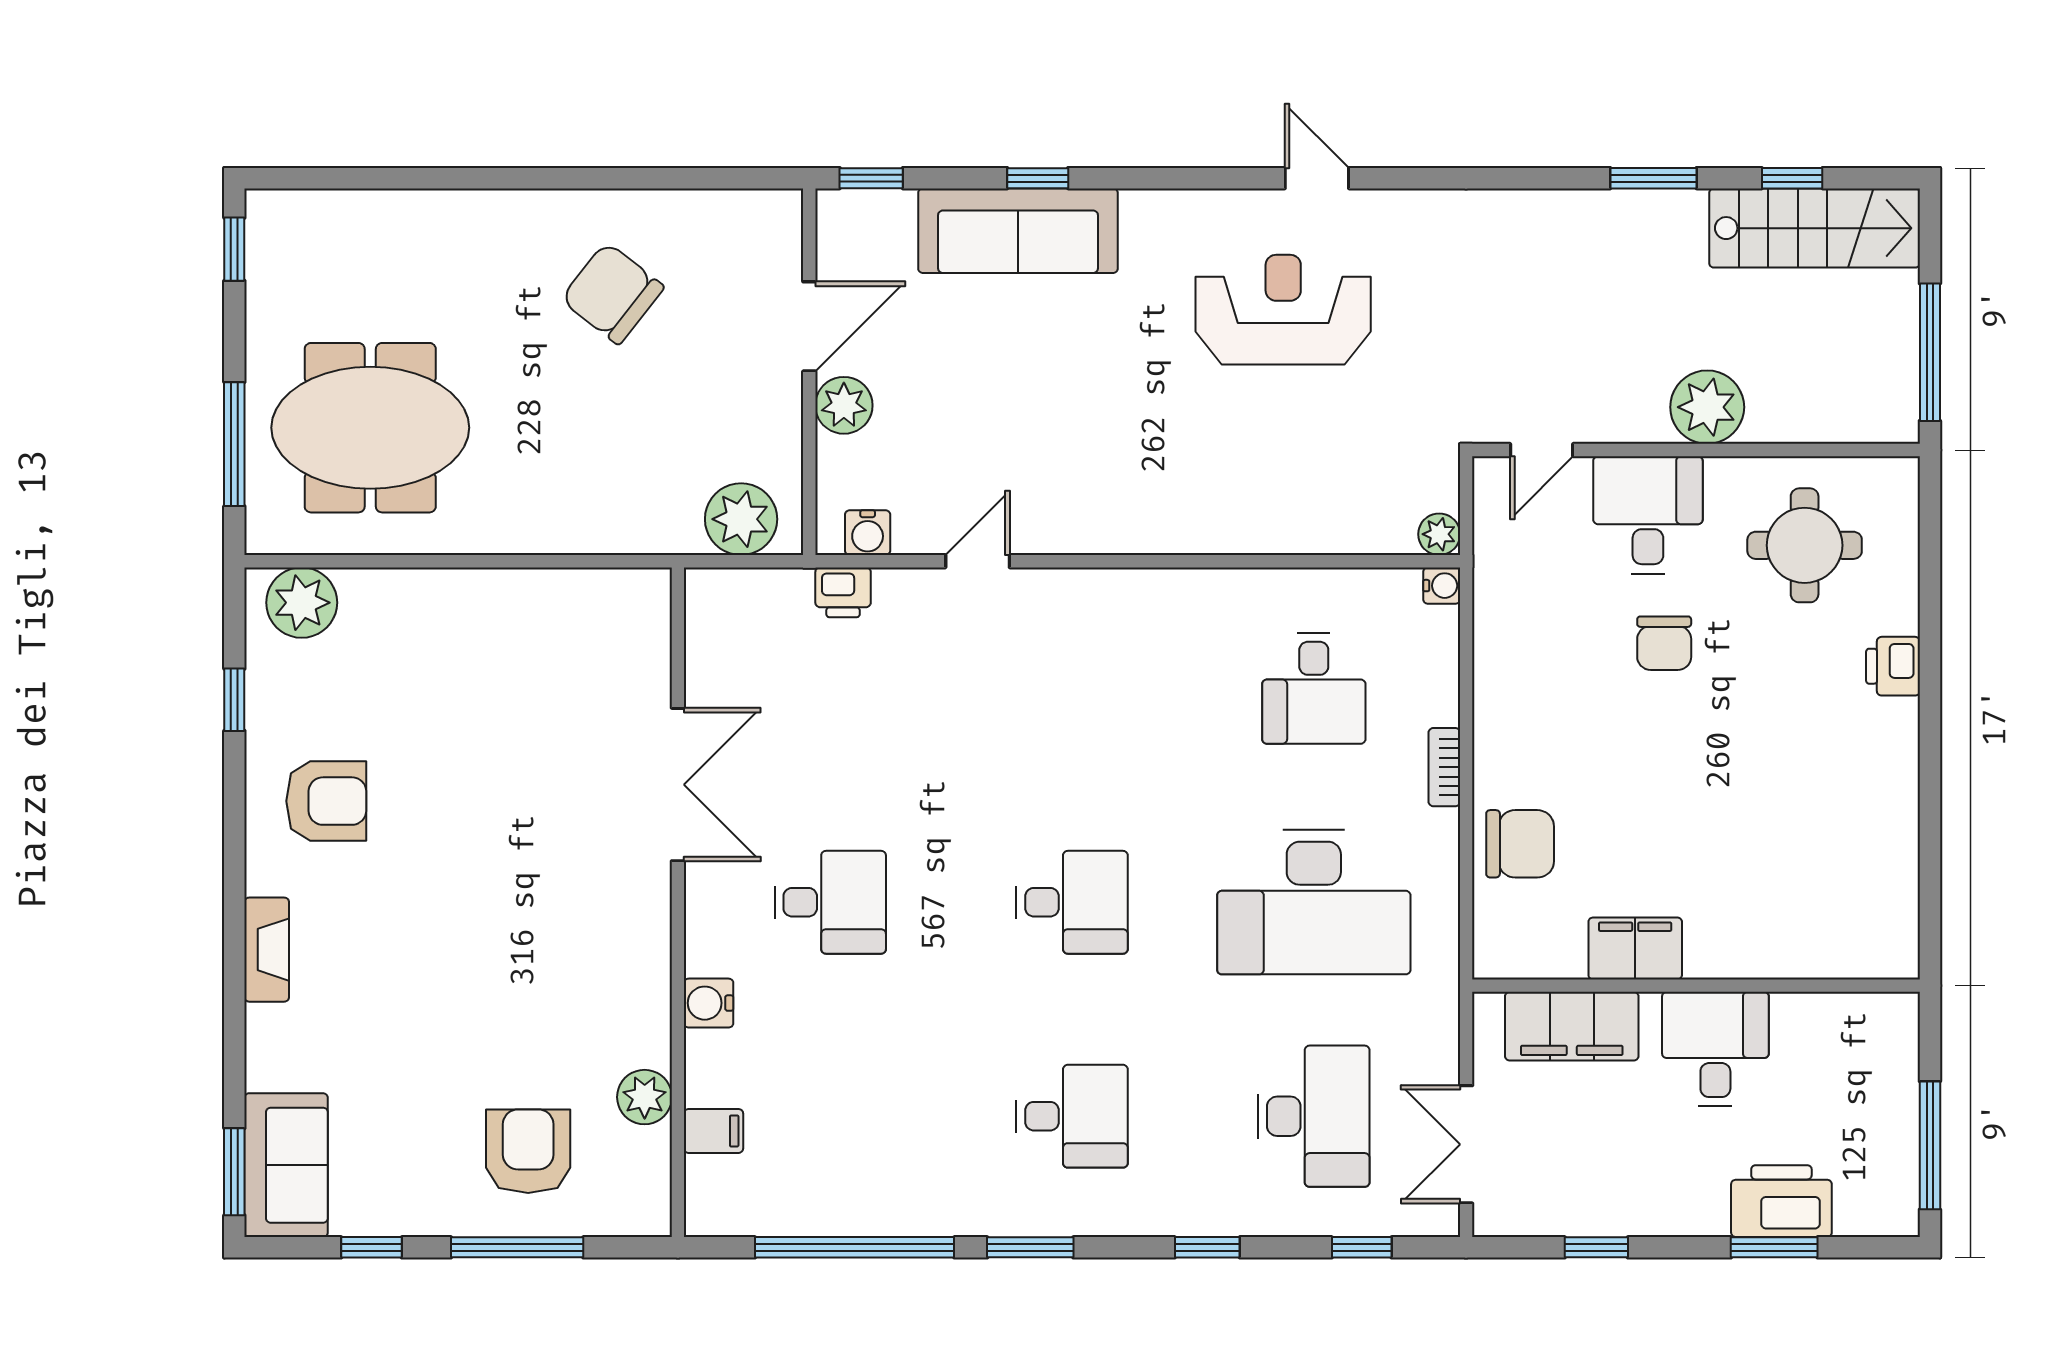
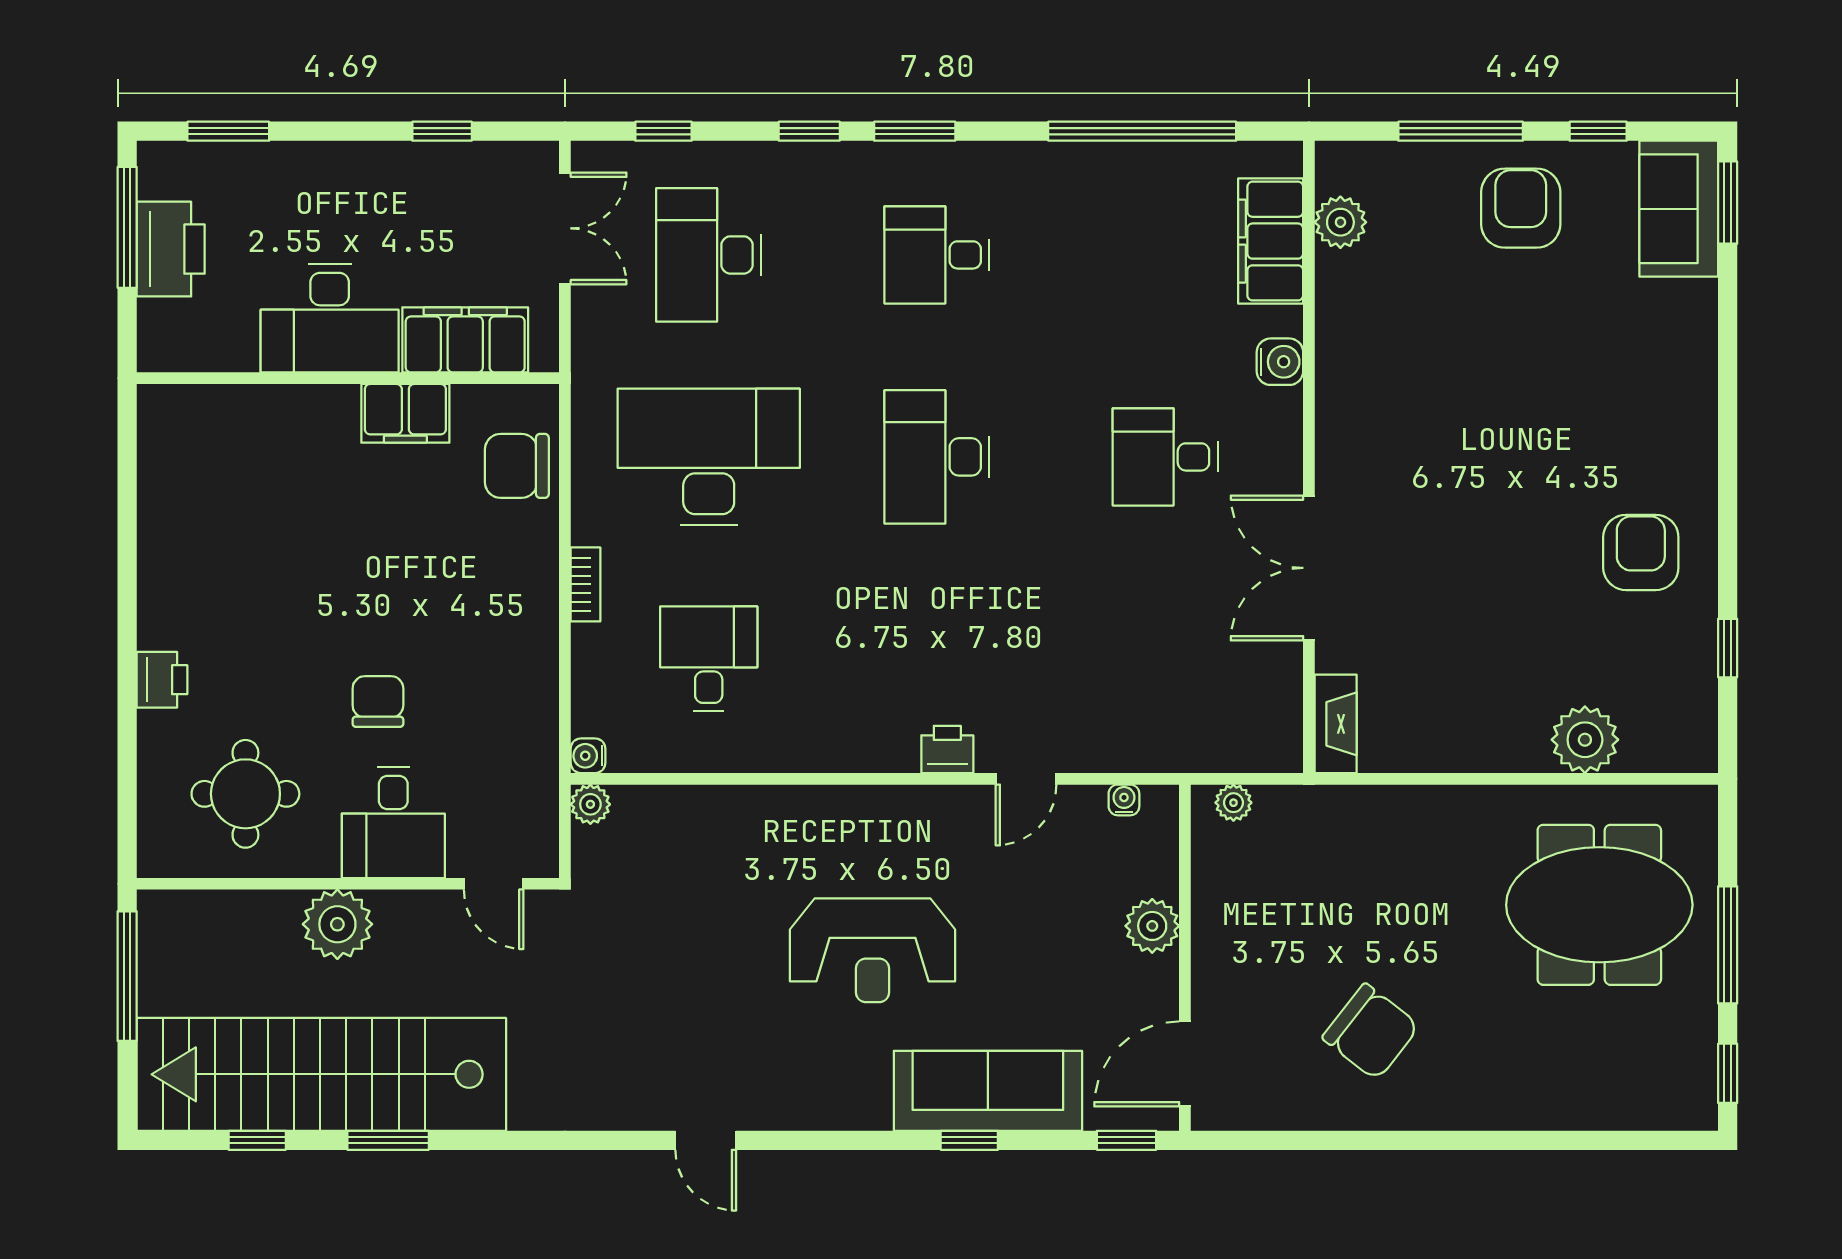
stairs: (1815, 228) -> (321, 1074), width x1.86, depth x1.51
reception desk: (1283, 310) -> (873, 950), moved
door: (809, 326) -> (1185, 1064), moved
window: (234, 444) -> (1728, 945), moved
door: (1542, 450) -> (494, 884), swing flipped
plant: (741, 519) -> (1233, 803), width x0.53, depth x0.53
water cooler: (868, 533) -> (1124, 800), width x0.72, depth x0.72
printer: (843, 592) -> (947, 749), moved
plant: (302, 603) -> (1585, 740), moved
armchair: (326, 801) -> (1641, 552), turned 90
chair: (1520, 844) -> (517, 466), moved
desk: (1072, 902) -> (937, 457), width x1.37
fireplace: (267, 950) -> (1336, 724), moved, turned 180
desk: (1715, 1049) -> (330, 318), width x1.37
plant: (645, 1097) -> (1340, 222), moved
filing cabinet: (714, 1131) -> (1271, 241), width x3.00, depth x1.17
armchair: (528, 1151) -> (1521, 208), moved, turned 180
printer: (1781, 1201) -> (171, 249), moved, turned -90
window: (1030, 1247) -> (915, 131), moved
window: (1774, 1247) -> (228, 131), moved

